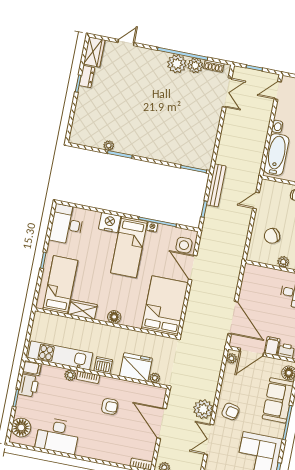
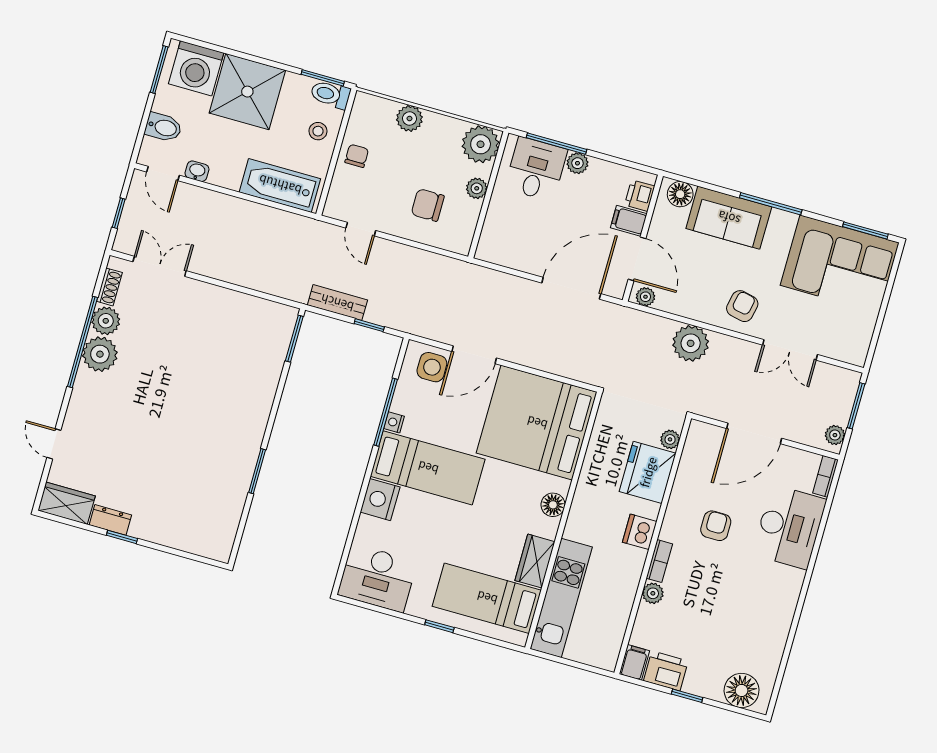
washbasin: (277, 127) -> (197, 171), moved
plant: (109, 146) -> (239, 490), removed
bench: (216, 185) -> (337, 303), width x0.73
chair: (272, 236) -> (428, 205), turned 121
bed: (165, 306) -> (537, 423), width x1.36
kitchen unit: (60, 355) -> (561, 598), moved, turned 180
plant: (203, 409) -> (691, 343), moved
desk: (58, 436) -> (789, 527), moved

